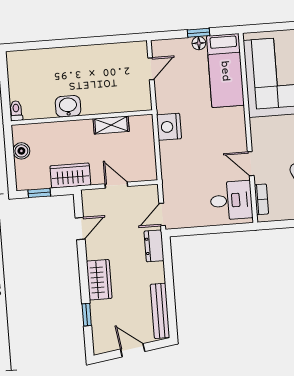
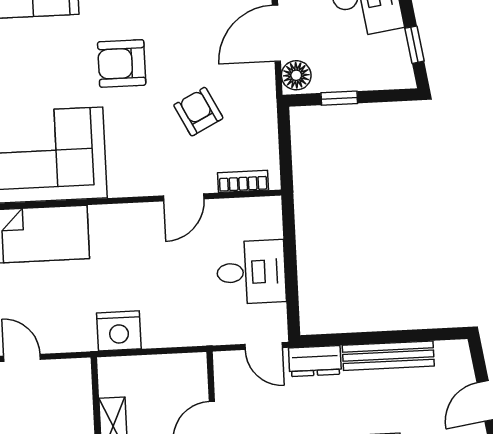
desk: (231, 200) -> (251, 272), moved, turned 90
bench: (160, 311) -> (388, 356), moved

